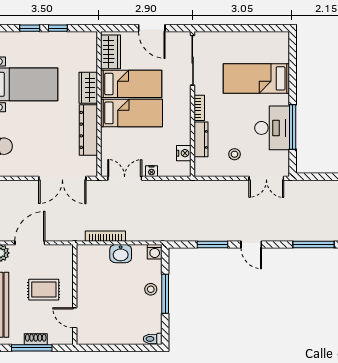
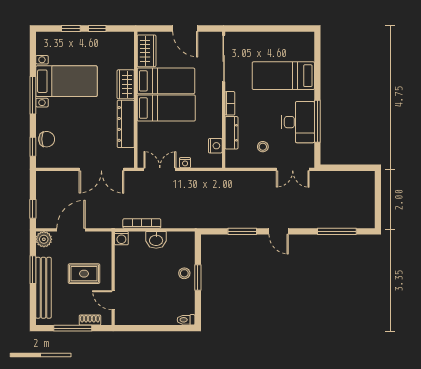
washing machine: (155, 252) -> (121, 238), moved
window: (165, 294) -> (198, 277), width x0.69
shoe rack: (36, 339) -> (90, 320), moved

